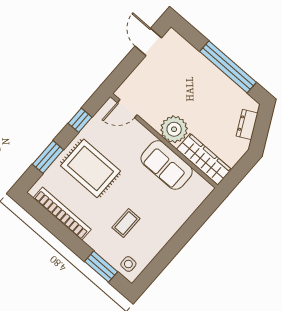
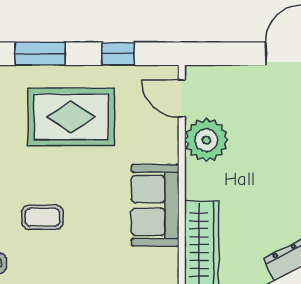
plant: (174, 129) -> (206, 140), moved
rug: (90, 168) -> (71, 117), turned 90

